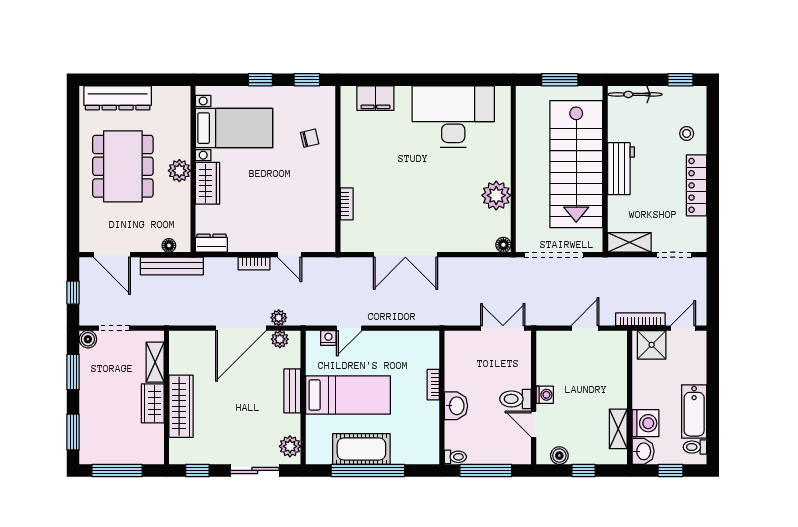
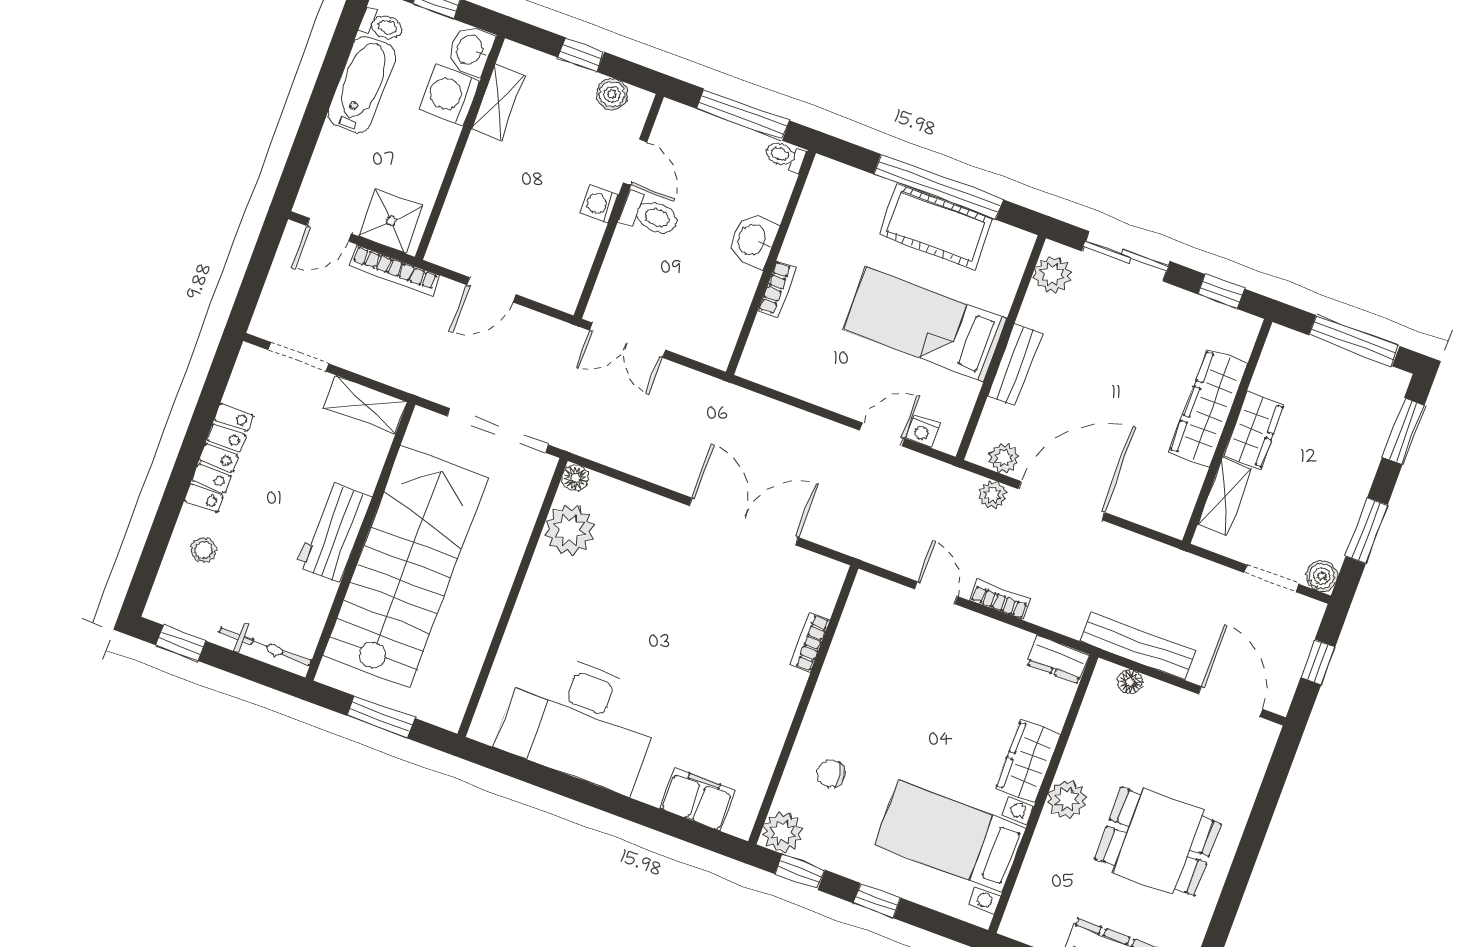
plant: (324, 97) -> (783, 832), added
dining table: (123, 166) -> (1158, 841), width x0.73
plant: (496, 195) -> (570, 530), moved

